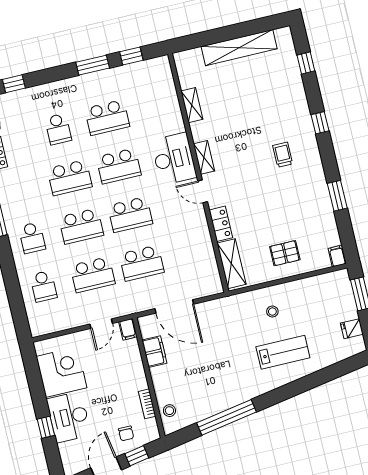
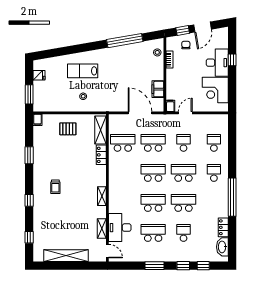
window: (131, 56) -> (183, 266), moved
desk: (174, 159) -> (120, 228), moved
door: (203, 191) -> (107, 251), moved
school desk: (191, 251) -> (123, 143), added
school desk: (93, 275) -> (184, 143), width x0.54

